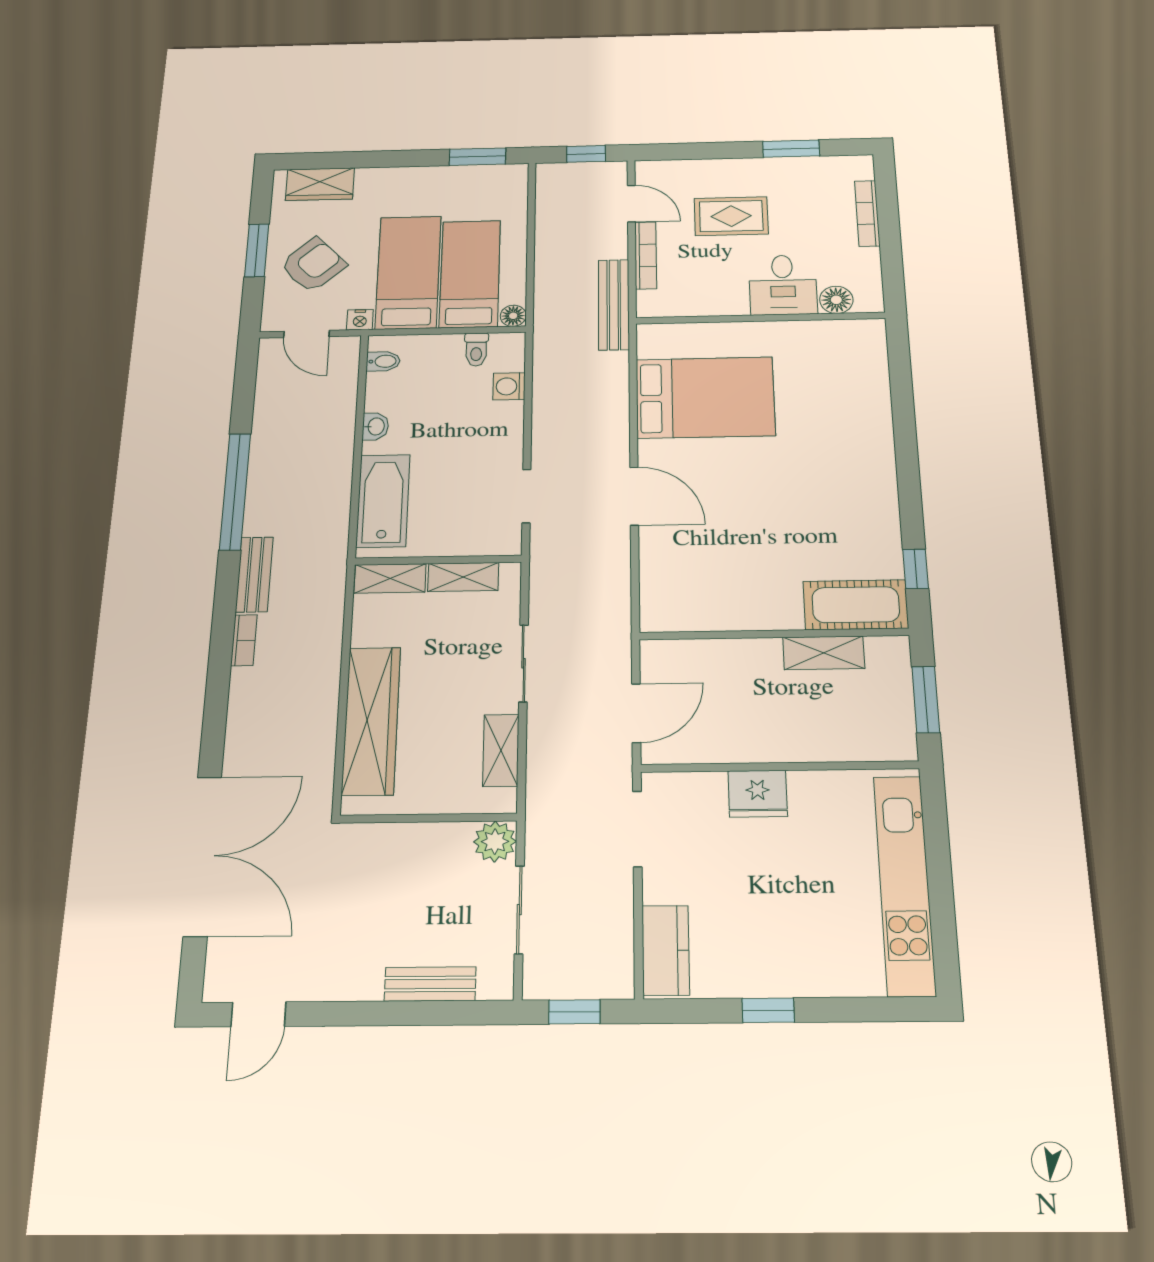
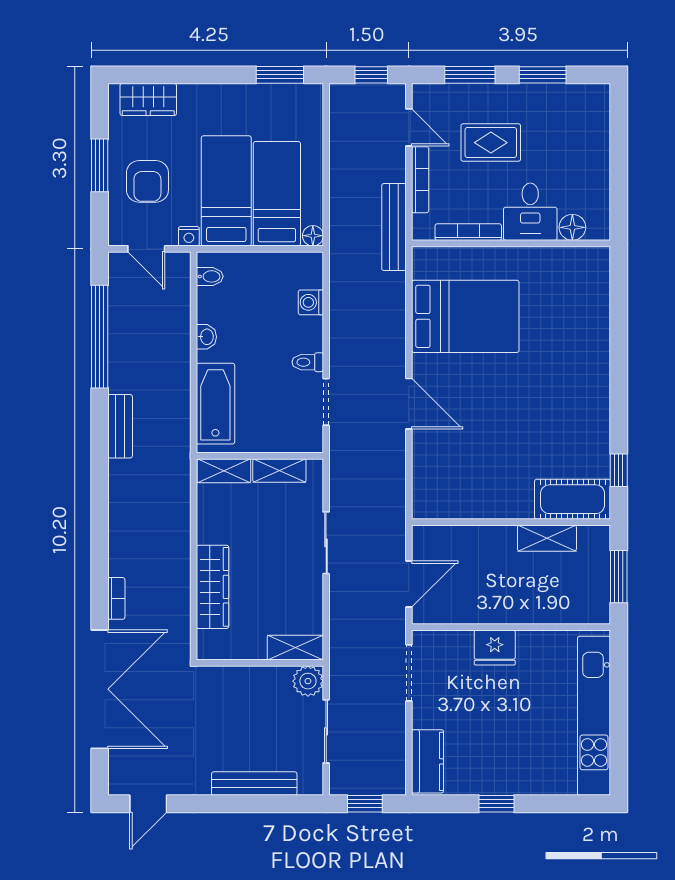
window: (704, 151) -> (470, 75), added
bookcase: (867, 213) -> (468, 232), moved, turned 90
armchair: (313, 265) -> (147, 181), turned 133
toilet: (476, 349) -> (308, 362), moved, turned 90
window: (235, 491) -> (100, 337), moved
bench: (254, 574) -> (120, 426), moved
bookcase: (244, 640) -> (116, 598), moved
wardrobe: (371, 720) -> (212, 587), width x0.71, depth x0.85
shelving: (501, 750) -> (295, 648), moved, turned 90
bench: (430, 984) -> (254, 784), width x1.36

